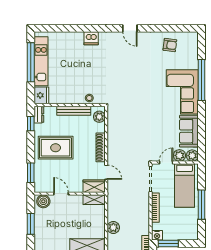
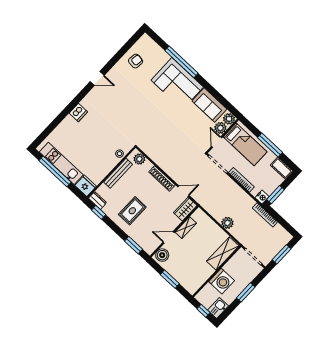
rug: (56, 148) -> (132, 211), width x0.73, depth x0.70
shelving: (94, 200) -> (186, 228), moved
cot: (192, 229) -> (282, 168), added

